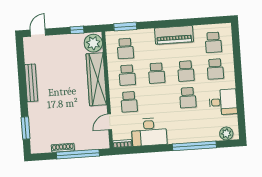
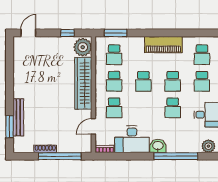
bench: (31, 83) -> (18, 117), moved
washbasin: (176, 137) -> (158, 146), added

